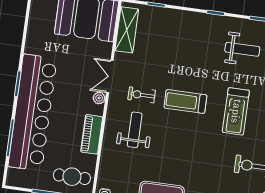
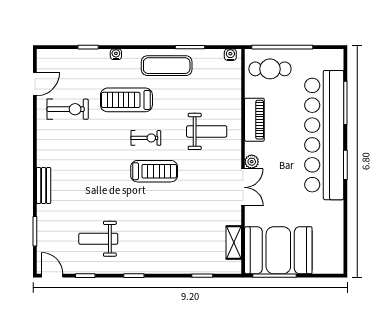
shelving: (127, 30) -> (234, 243), width x0.67, depth x0.75
exercise bike: (142, 95) -> (146, 138), moved
treadmill: (236, 111) -> (126, 100), moved, turned -90
weight bench: (135, 130) -> (207, 131), turned -90

